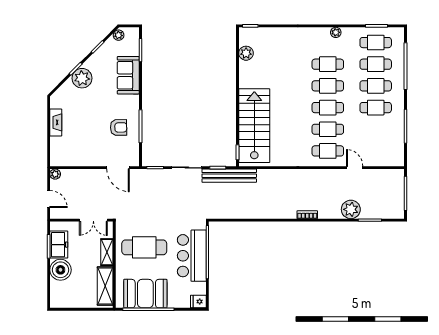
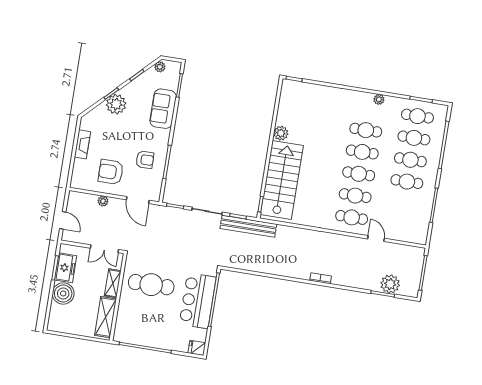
plant: (246, 53) -> (281, 133), moved
armchair: (88, 145) -> (111, 172), added
plant: (55, 174) -> (103, 201), moved
plant: (351, 209) -> (390, 284), moved
booth: (145, 294) -> (145, 331), removed

